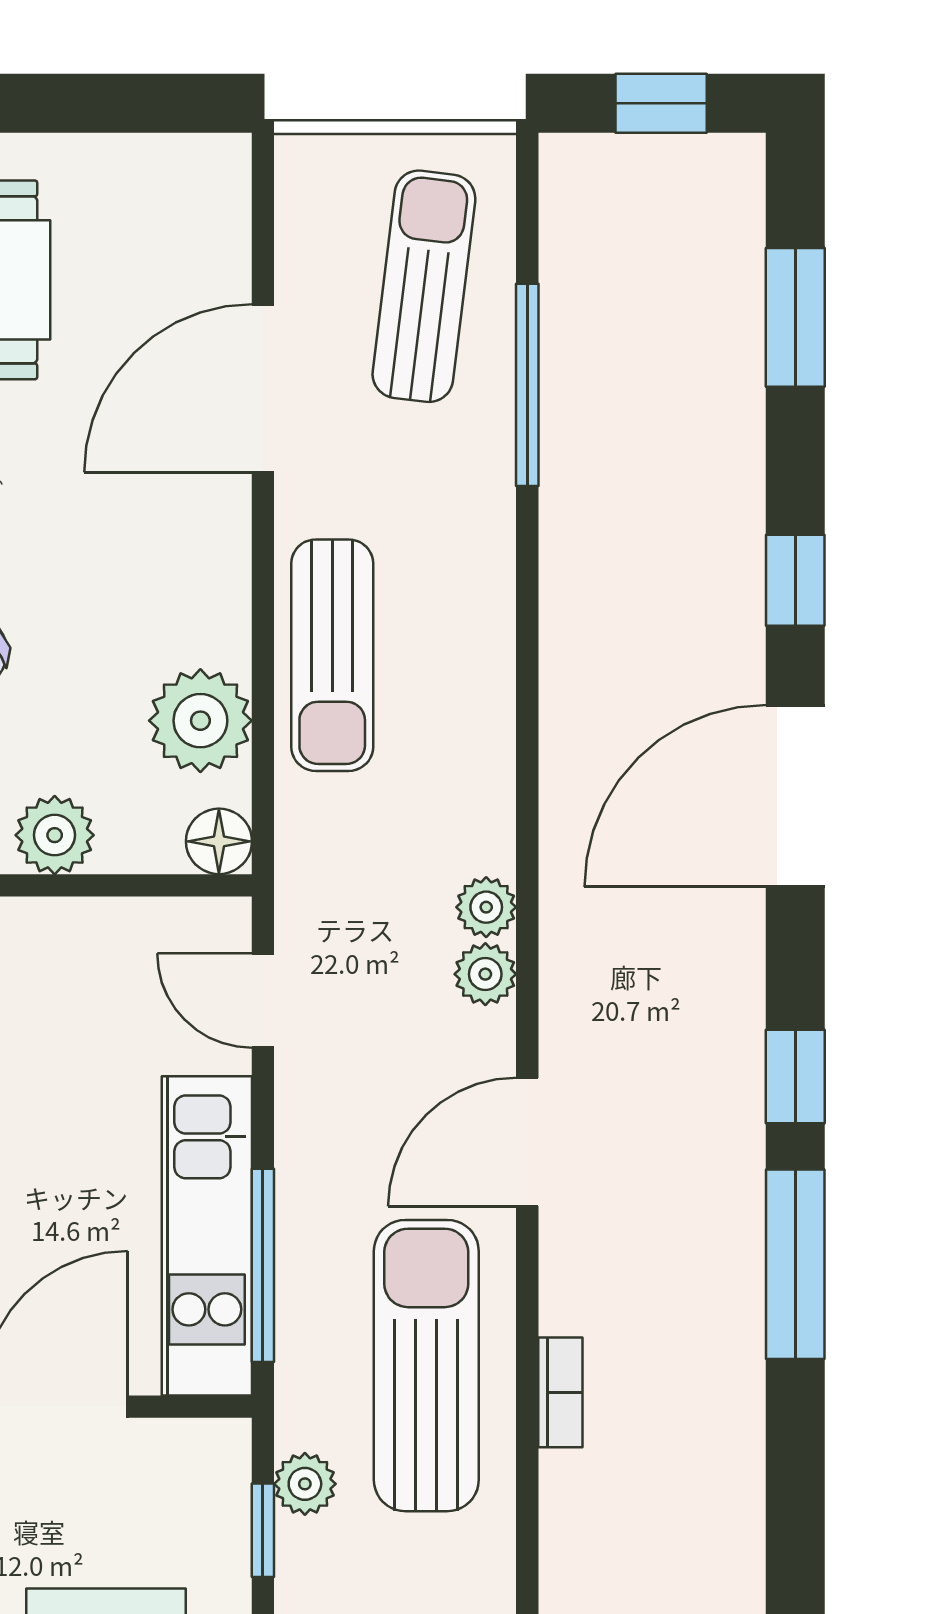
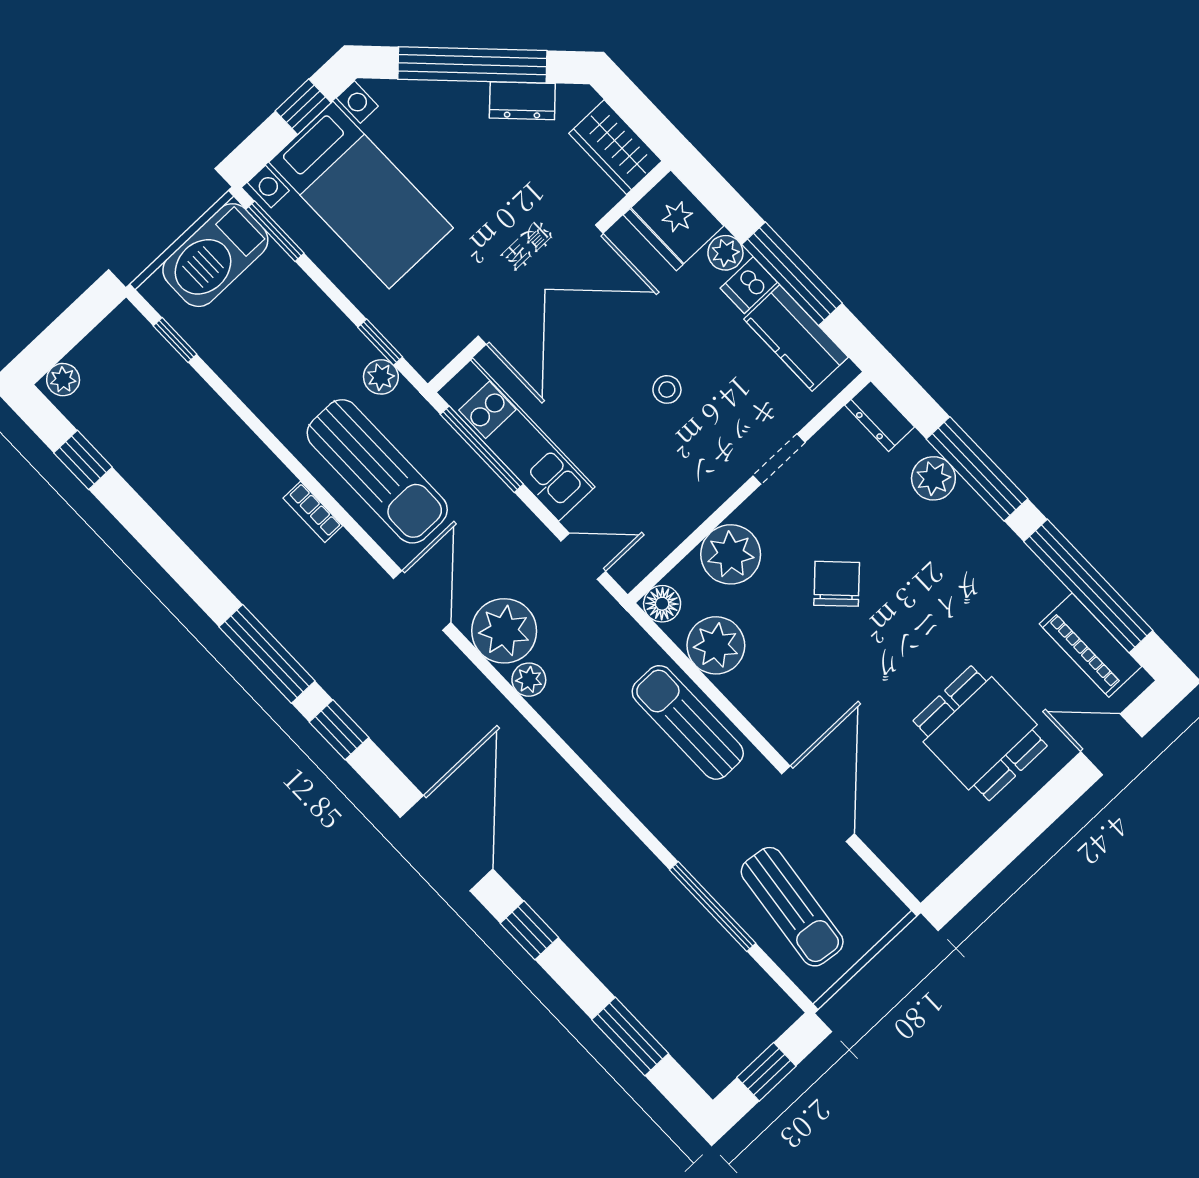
plant: (55, 835) -> (731, 554), width x1.36, depth x1.36
plant: (485, 974) -> (504, 631), width x1.88, depth x1.88

